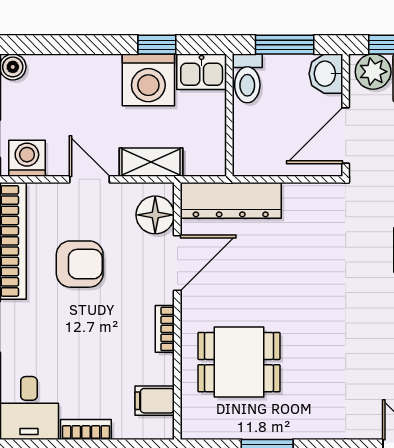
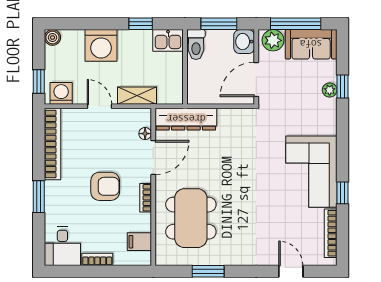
washing machine: (148, 80) -> (101, 45), moved
floor lamp: (155, 215) -> (145, 134), width x0.53, depth x0.53
armchair: (80, 264) -> (105, 186), moved
dining table: (239, 362) -> (191, 218), width x1.38

